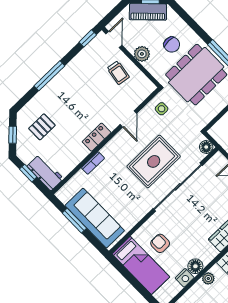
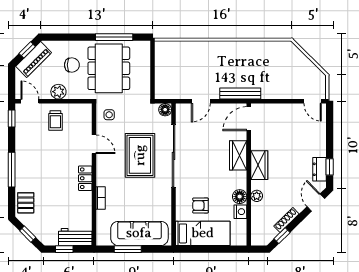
trolley: (118, 73) -> (55, 120), turned 81
pallet: (42, 127) -> (26, 203), moved

